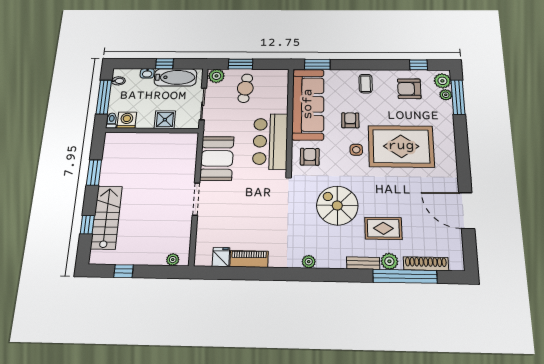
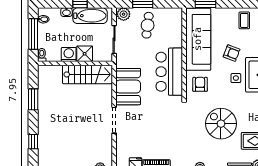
washing machine: (127, 120) -> (69, 54), moved
armchair: (350, 120) -> (232, 53), turned 111
stairs: (106, 217) -> (88, 74), moved, turned 90

